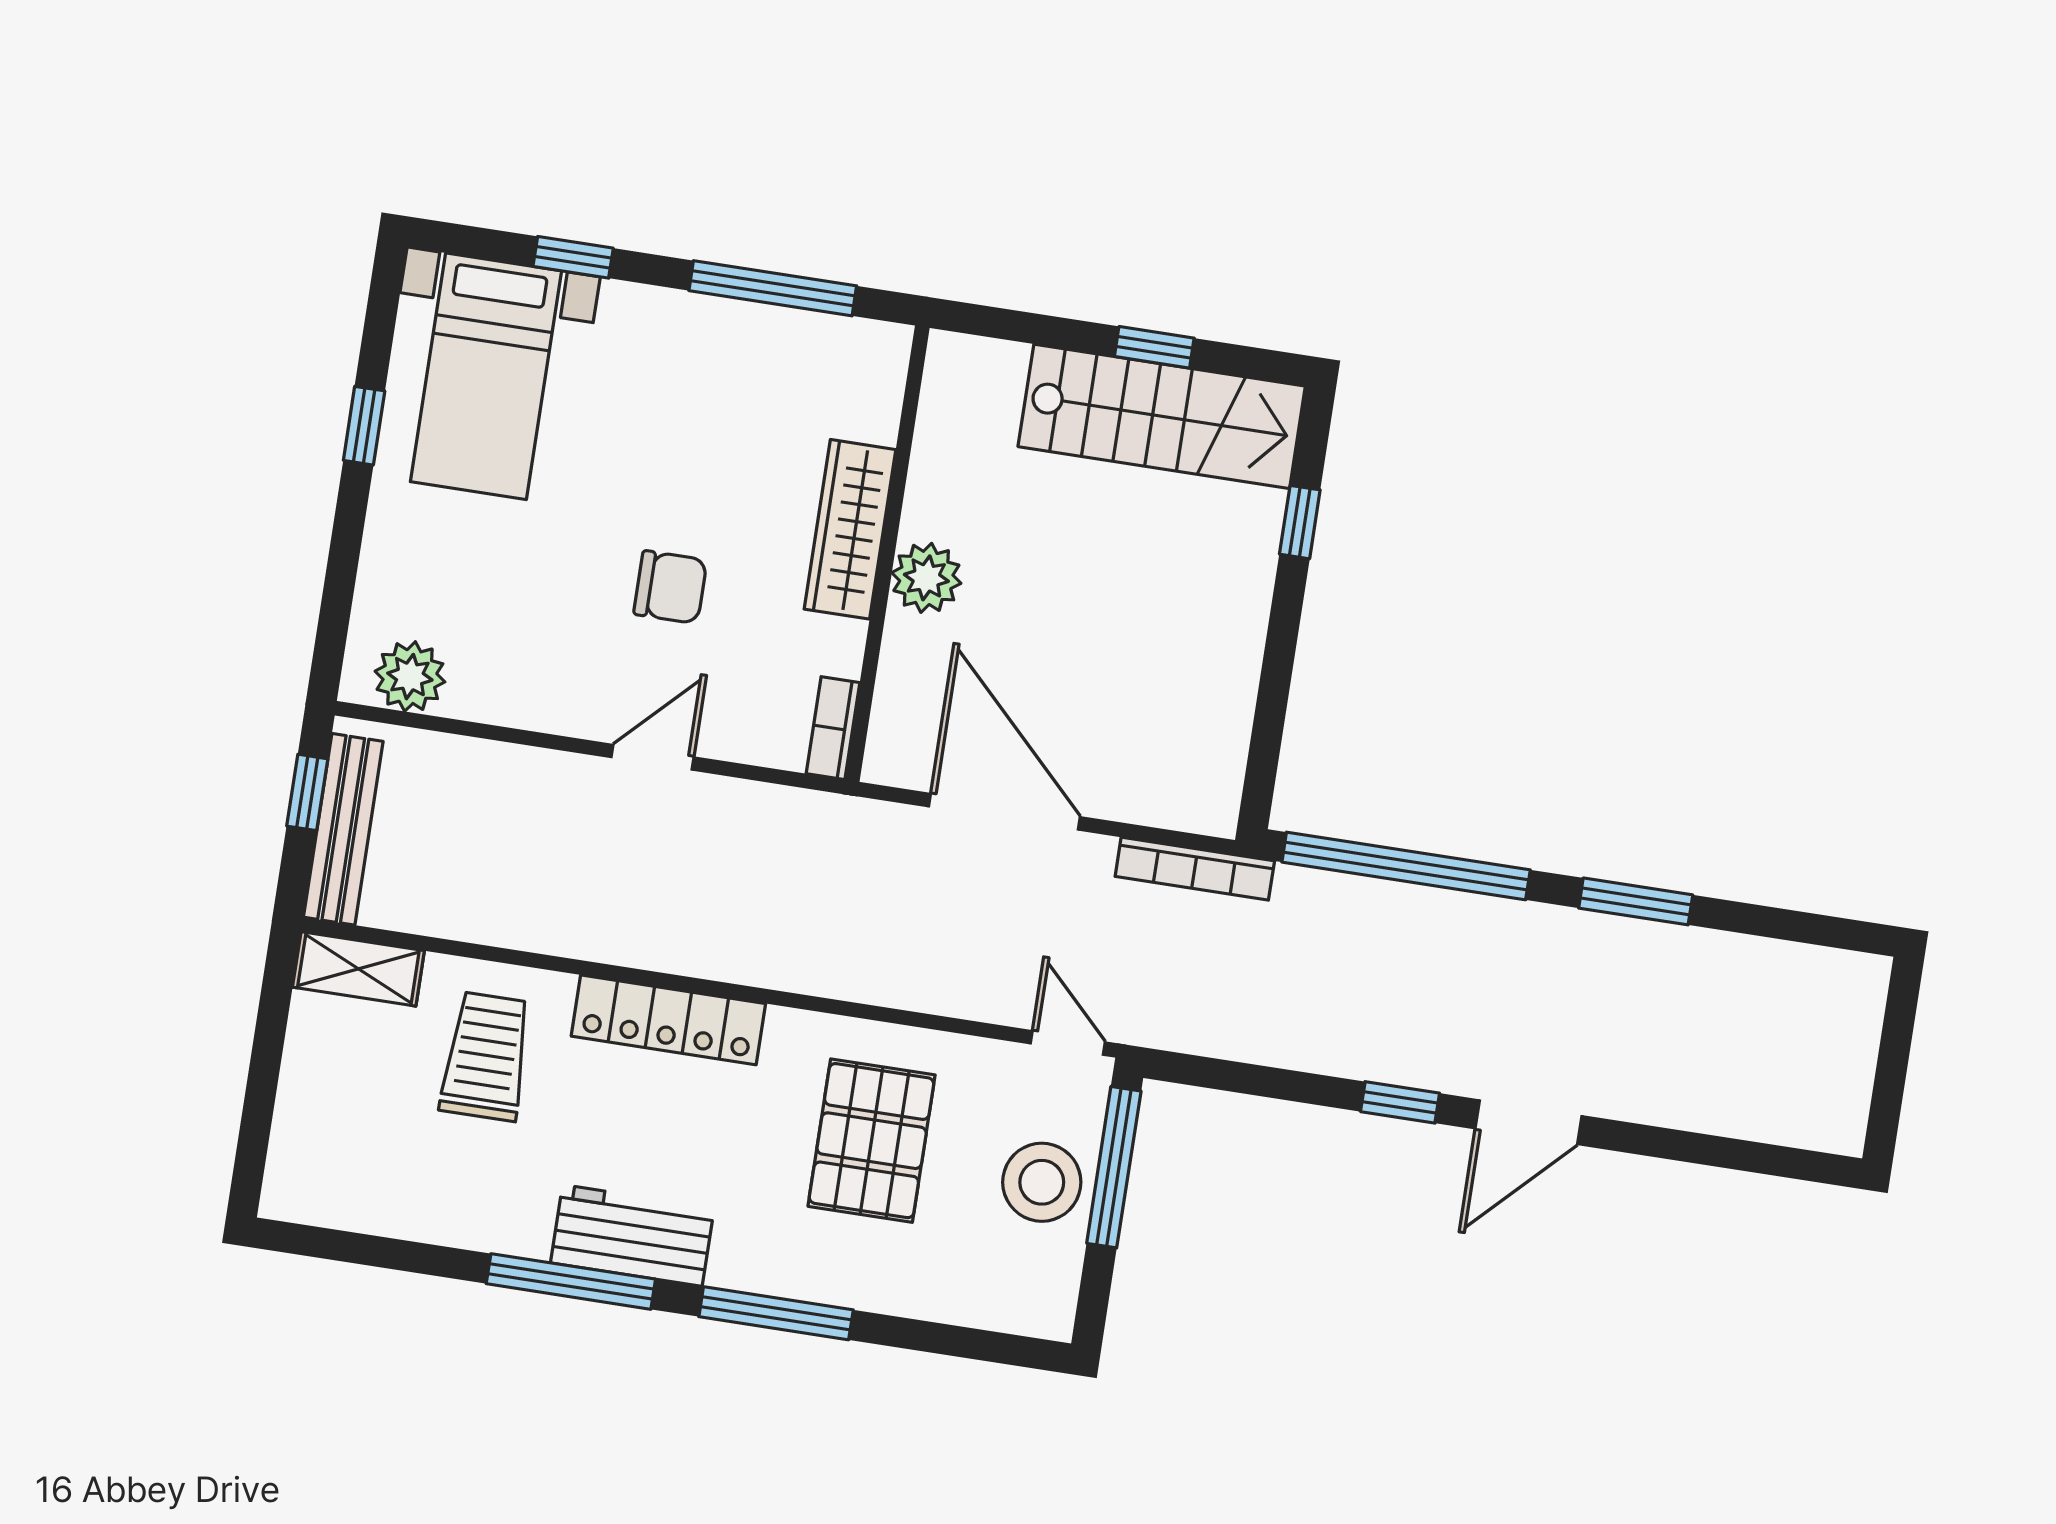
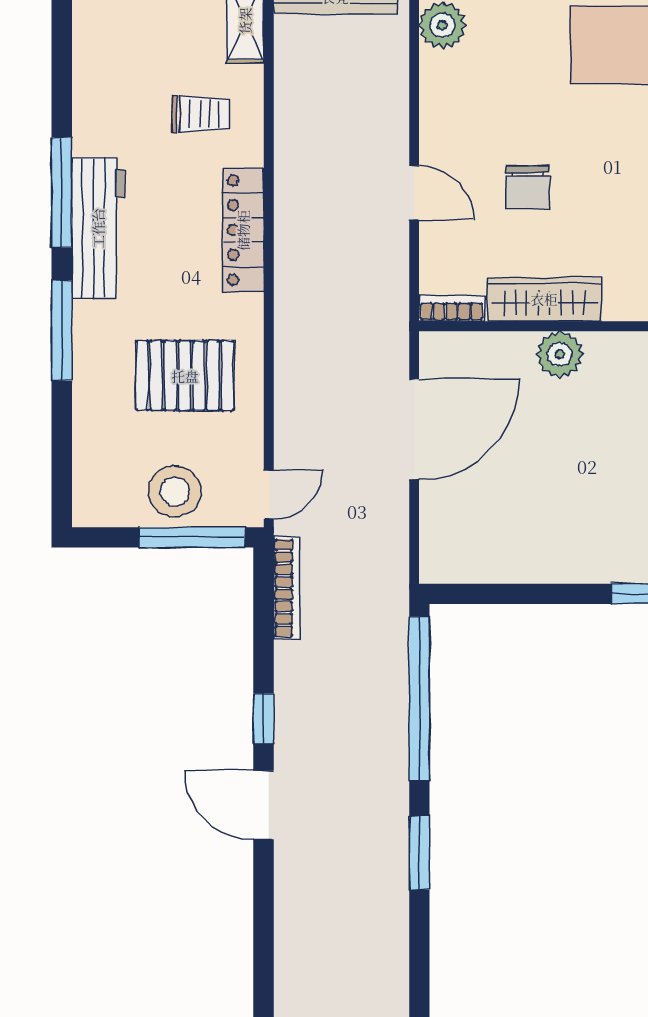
wardrobe: (850, 529) -> (544, 299), moved
bookcase: (1195, 869) -> (287, 588), moved, turned 180
trolley: (486, 1056) -> (201, 114), width x0.73, depth x0.72
workbench: (632, 1235) -> (98, 228), width x1.38

